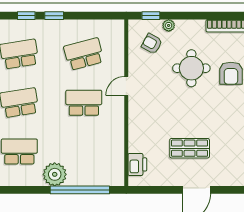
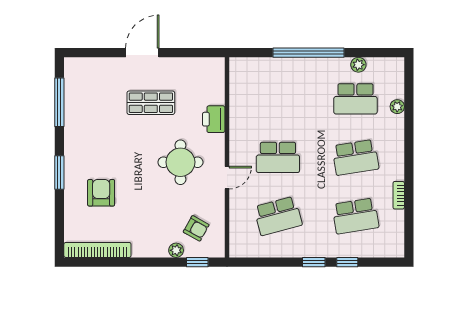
round table: (191, 68) -> (180, 162), moved
printer: (137, 164) -> (214, 119), moved
plant: (55, 174) -> (358, 65), moved, width x0.53, depth x0.53
window: (80, 190) -> (309, 53), moved

